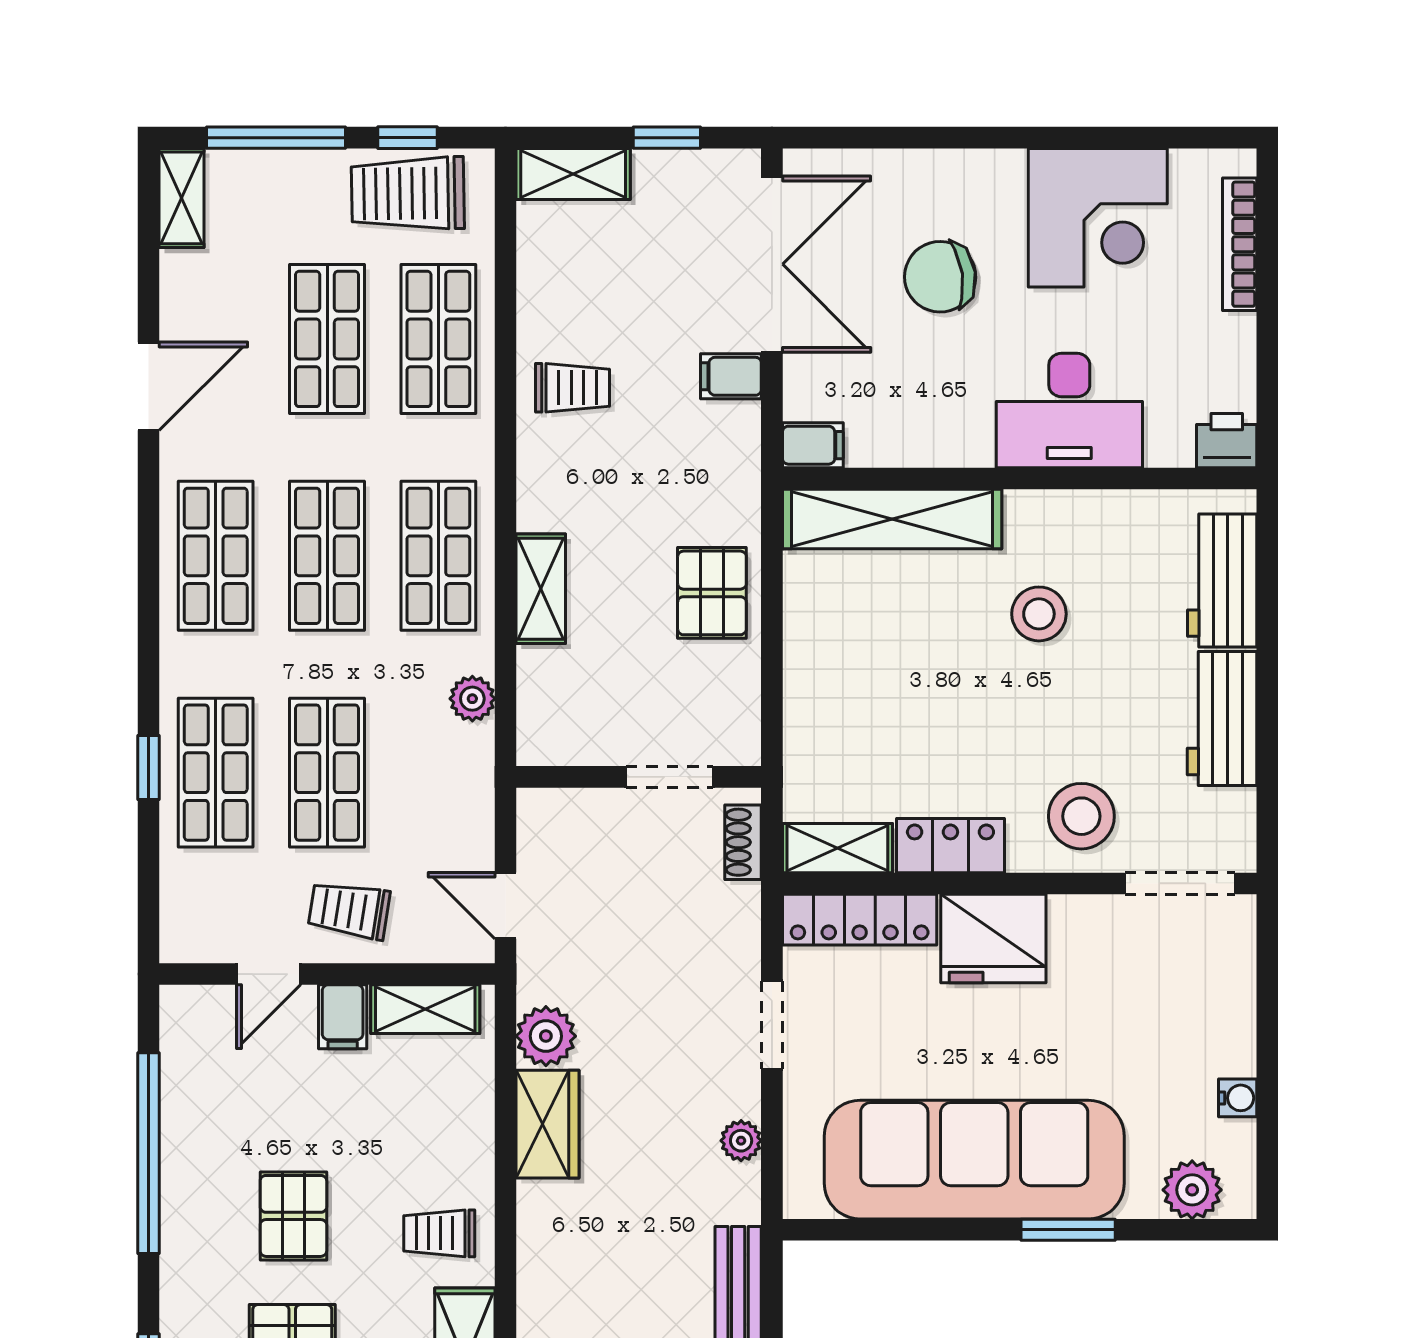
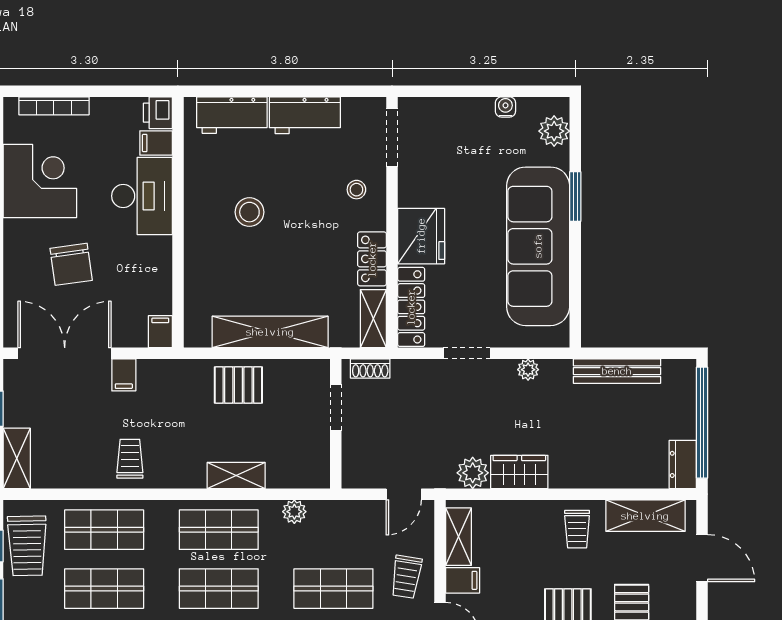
filing cabinet: (1170, 437) -> (156, 143), added
shelving: (892, 519) -> (270, 332), moved, turned 90
stool: (1081, 816) -> (356, 190), width x0.53, depth x0.53

